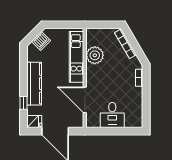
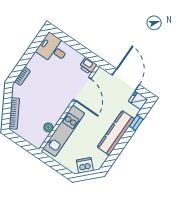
plant: (95, 55) -> (48, 127), width x0.53, depth x0.53
desk: (112, 115) -> (53, 49), moved, turned -90
printer: (93, 122) -> (88, 66), added

